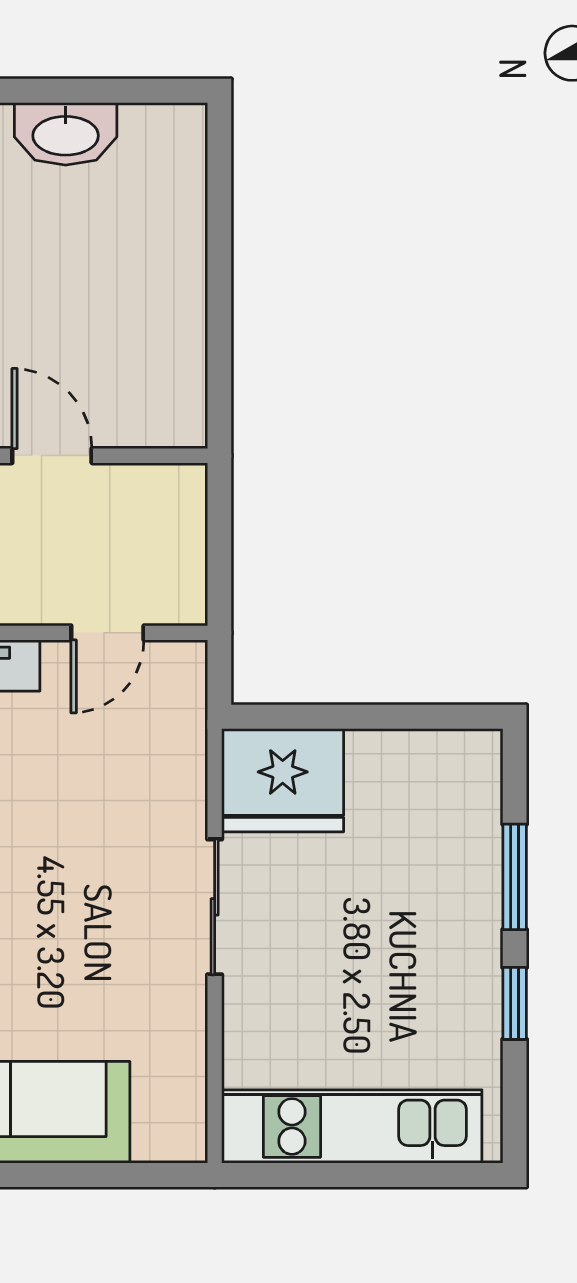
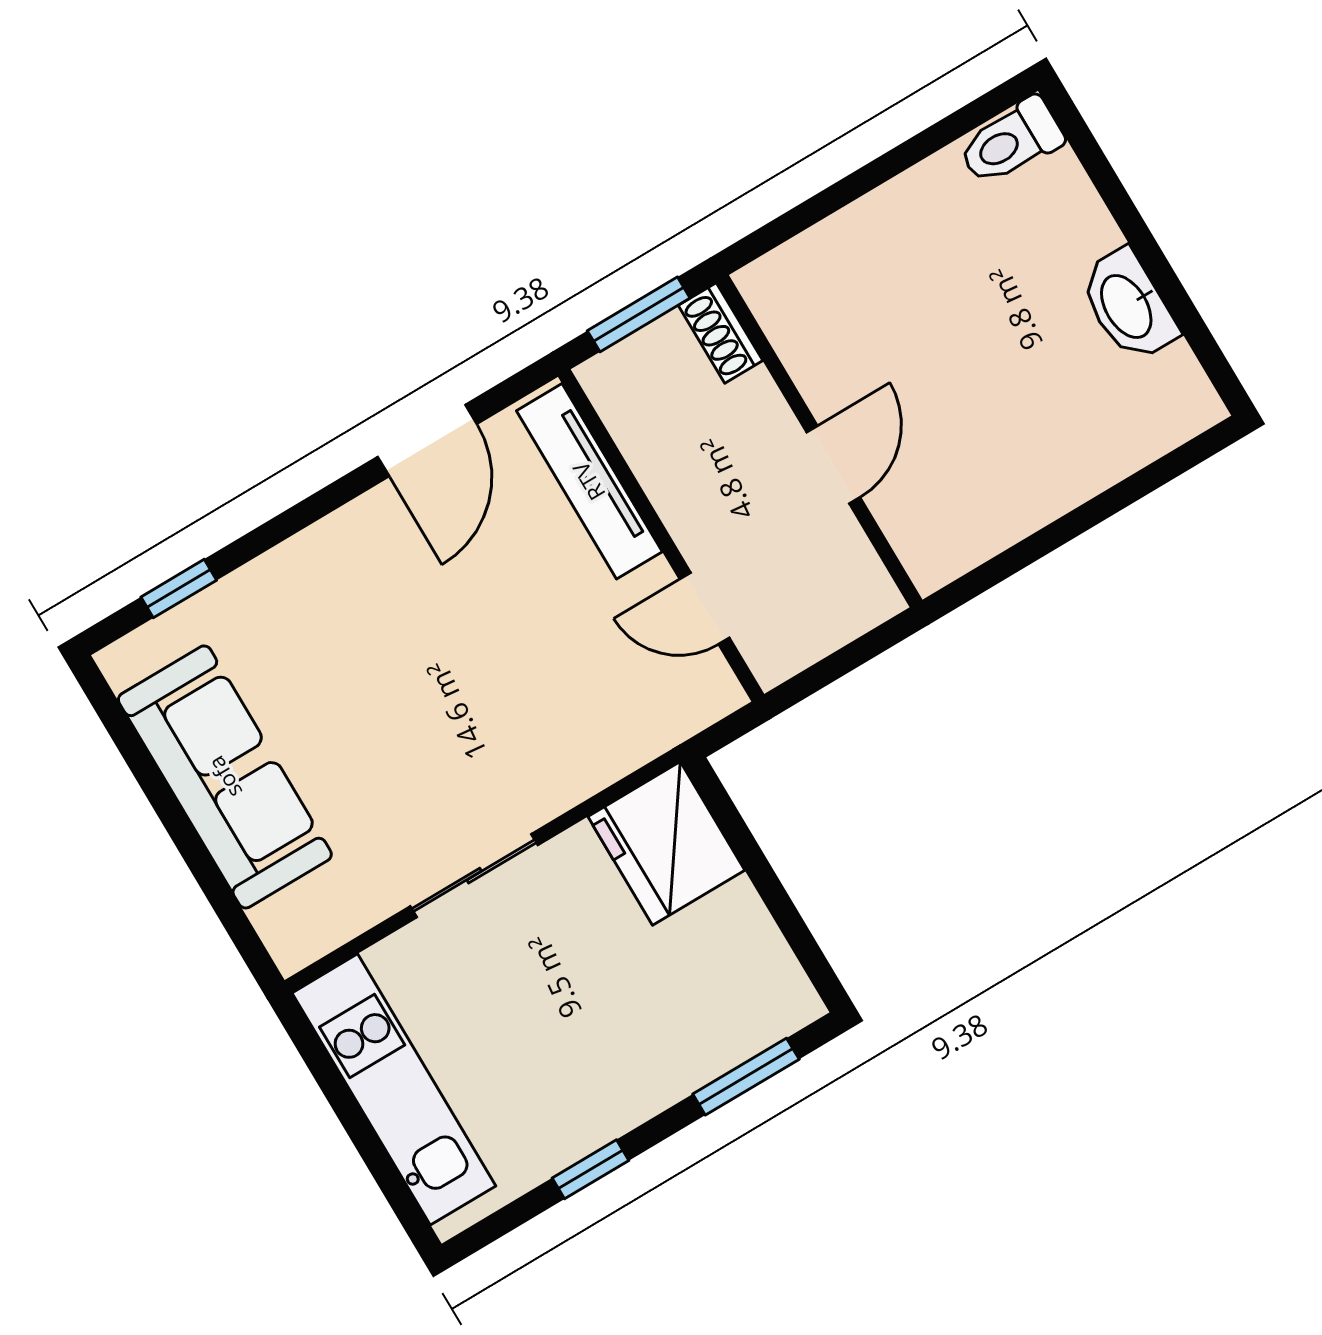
window: (515, 877) -> (746, 1077), moved
sliding door: (215, 907) -> (474, 876), moved

